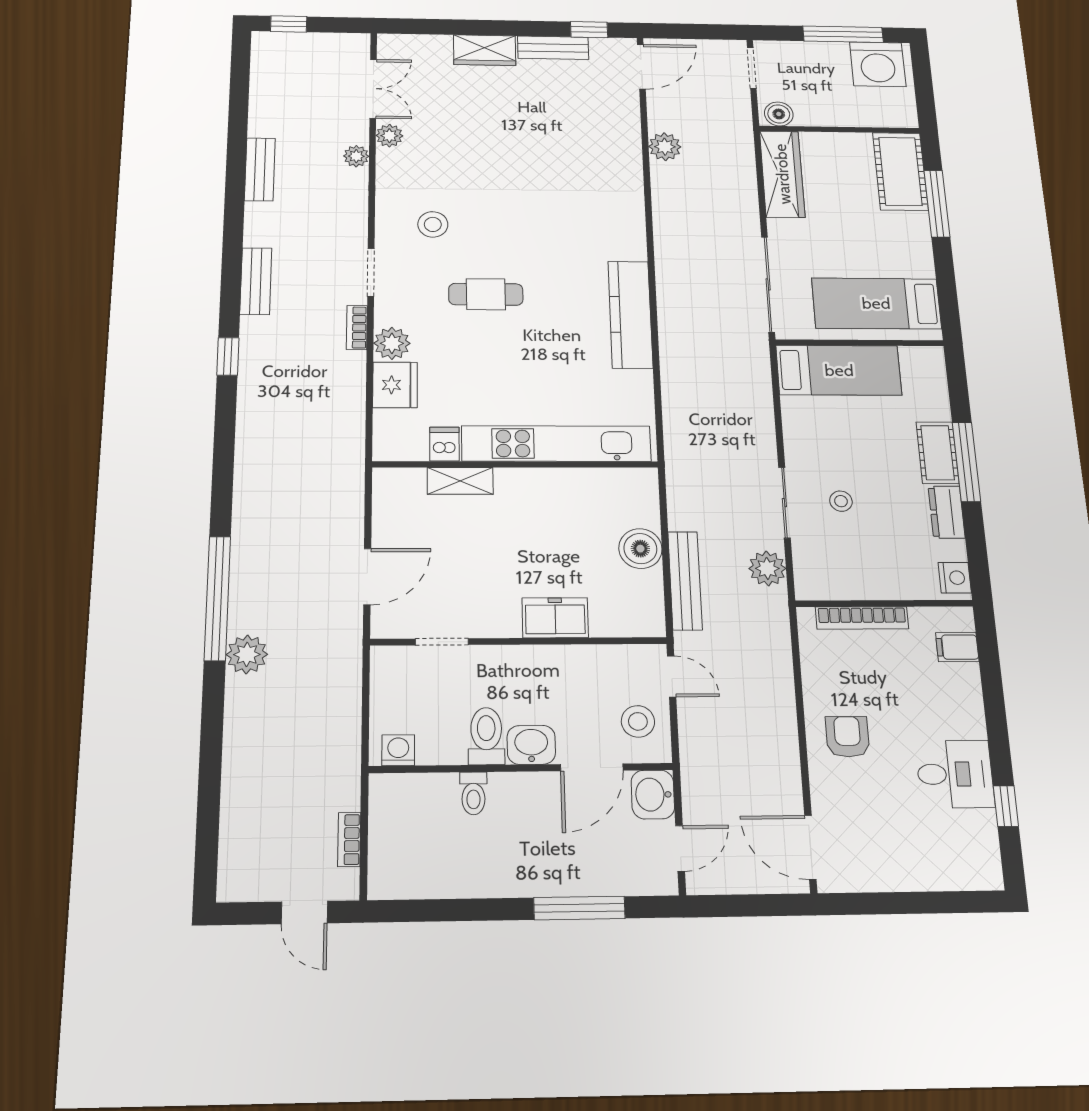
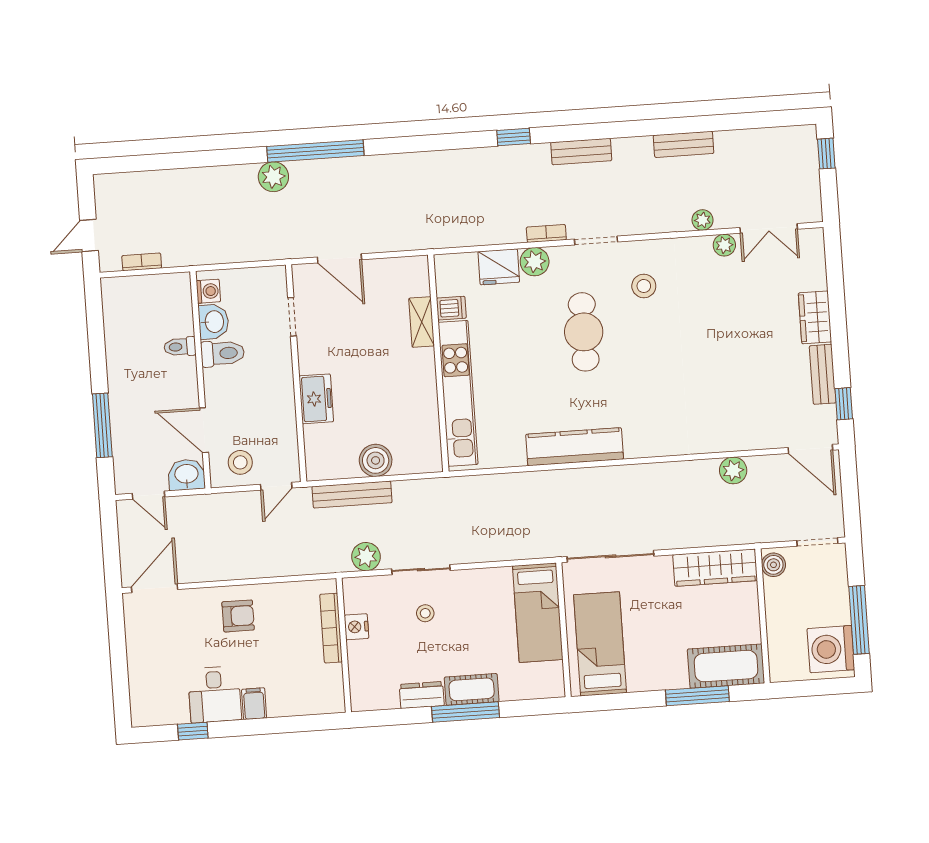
cafe table: (486, 294) -> (584, 332), width x1.37, depth x1.35
nightstand: (955, 578) -> (357, 627), moved, turned 90
filing cabinet: (957, 647) -> (254, 704), moved
washbasin: (531, 745) -> (214, 322), moved

